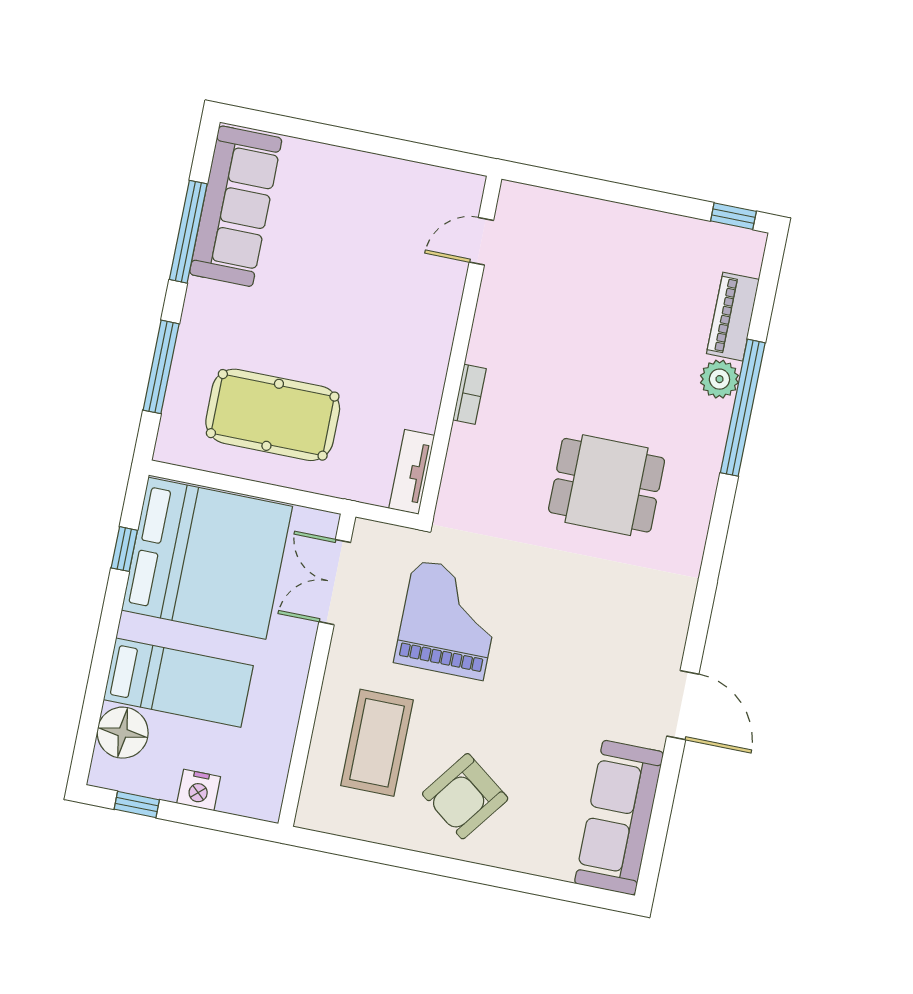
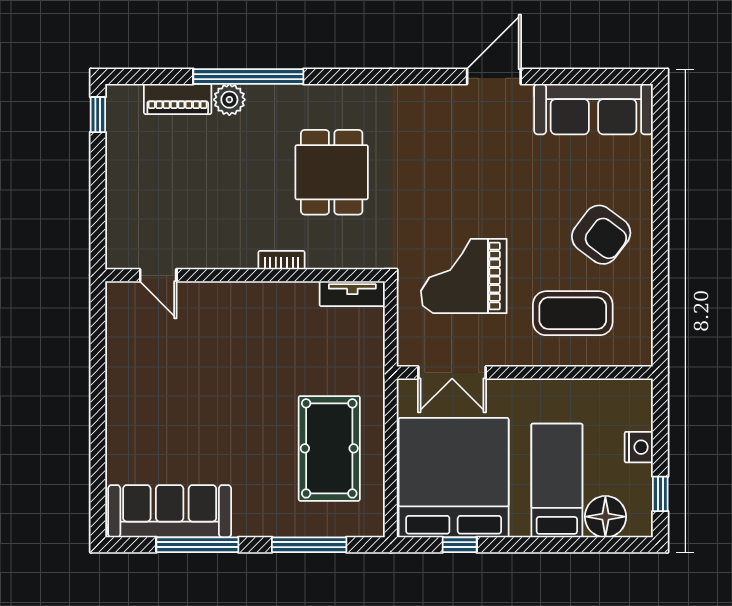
door: (481, 241) -> (158, 275), moved
wall: (460, 347) -> (245, 275), moved
bookcase: (470, 394) -> (281, 260), moved
tv unit: (412, 472) -> (352, 294), moved

